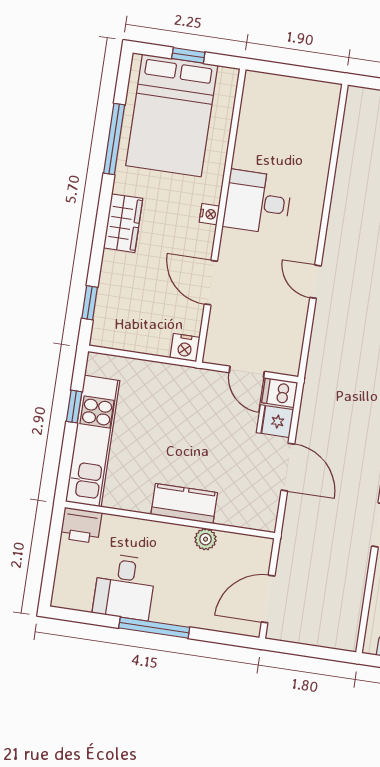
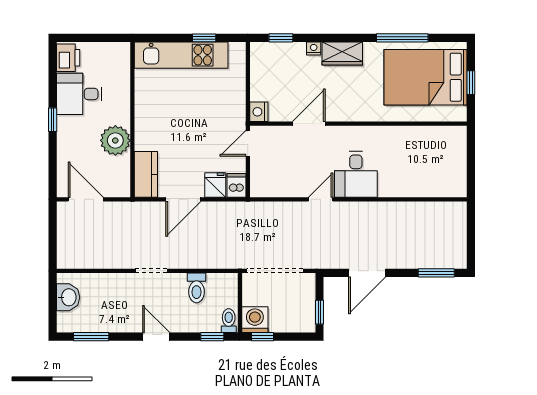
desk: (257, 202) -> (356, 174), moved, turned 180
nightstand: (209, 214) -> (314, 49), moved, turned 180
door: (247, 372) -> (248, 143), moved
kitchen counter: (184, 504) -> (146, 174), moved
printer: (81, 525) -> (68, 58), moved, turned 180
plant: (206, 539) -> (115, 140), width x1.87, depth x1.87
window: (154, 628) -> (53, 120), width x0.46

